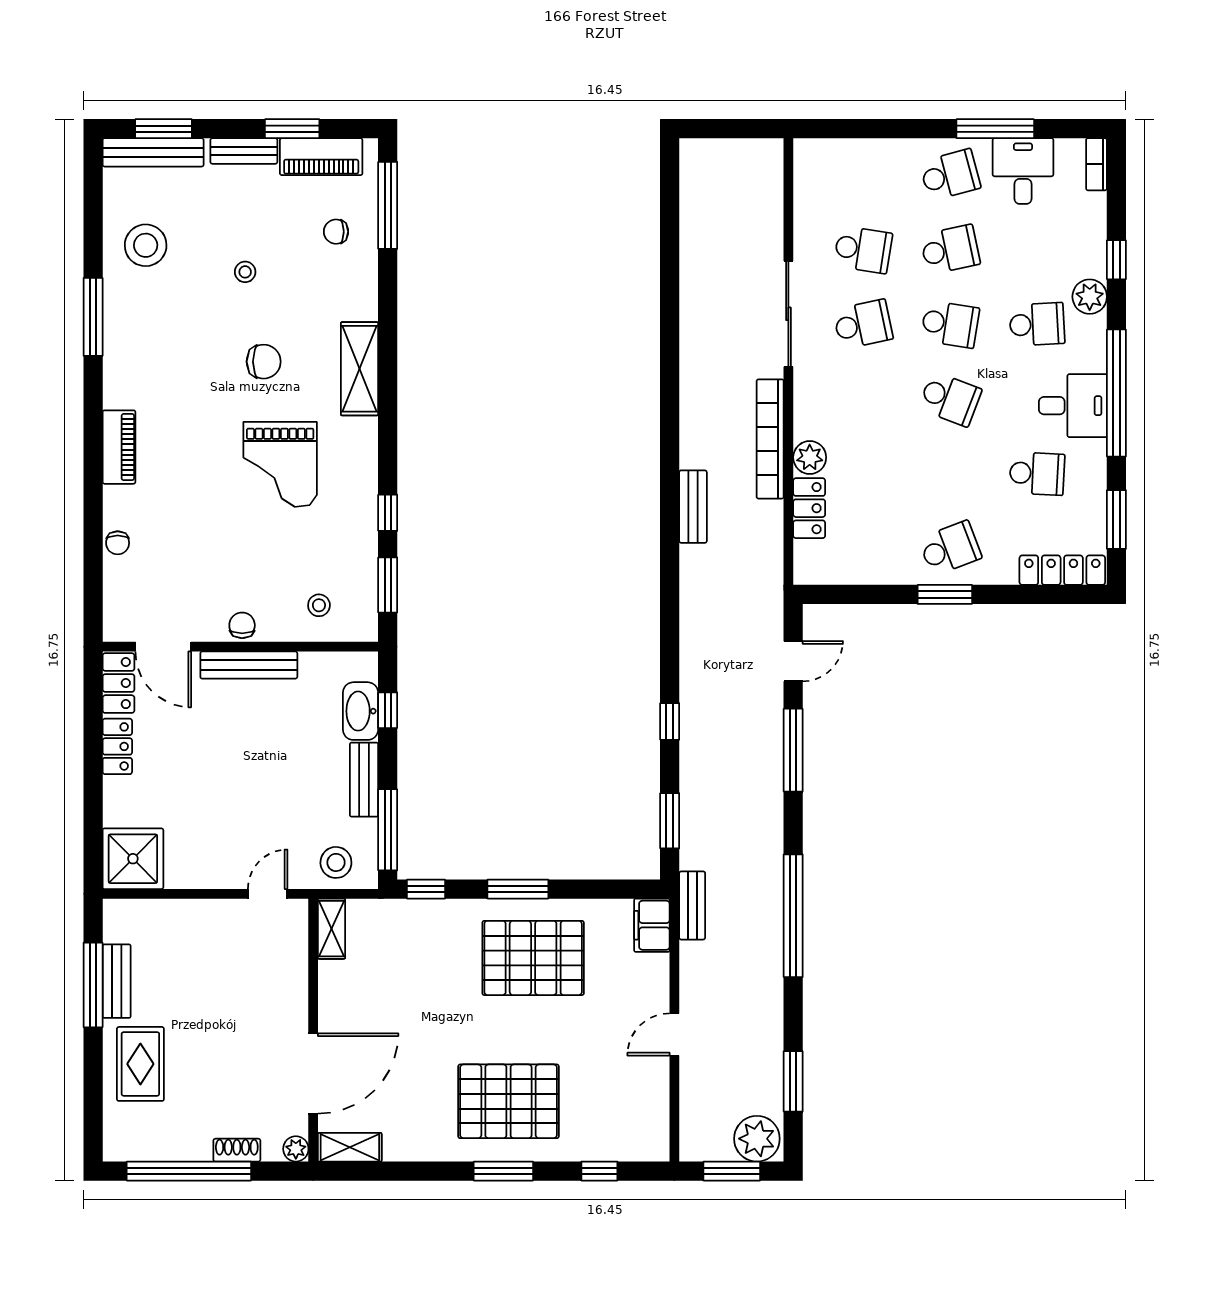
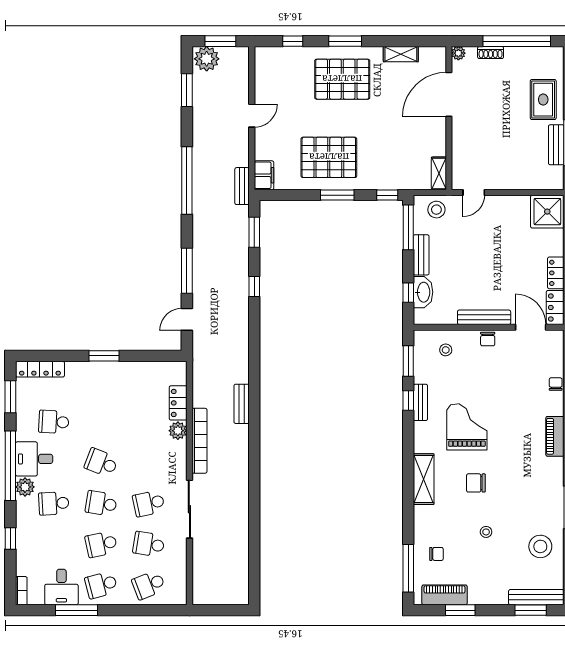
bench: (244, 151) -> (420, 402), moved, turned 90
plant: (1090, 297) -> (25, 487), moved
school desk: (950, 548) -> (149, 585), moved
shelving: (350, 1147) -> (401, 54), moved

